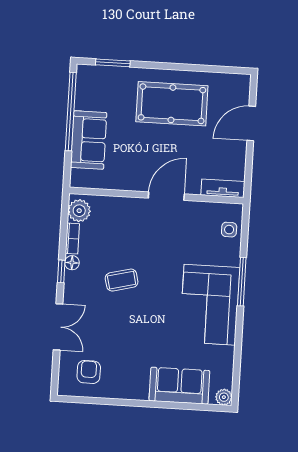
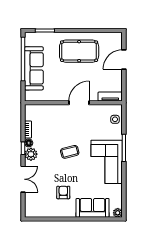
sofa: (89, 140) -> (34, 68), width x1.36
plant: (79, 211) -> (31, 154), moved
coffee table: (122, 280) -> (70, 152), moved
armchair: (89, 372) -> (63, 192), moved

